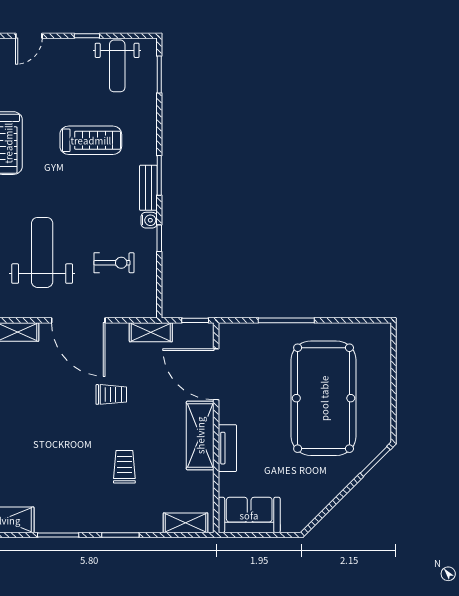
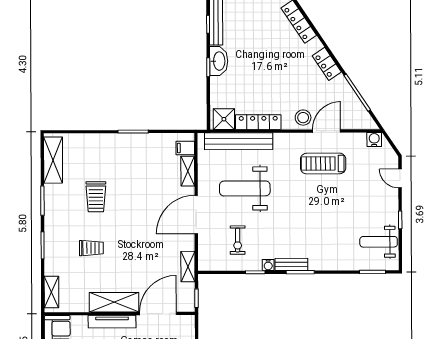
treadmill: (91, 140) -> (325, 223), removed
weight bench: (42, 252) -> (245, 188), turned 180
trolley: (111, 394) -> (96, 197), moved, width x1.36, depth x1.39
tv unit: (227, 448) -> (112, 322), width x1.41

